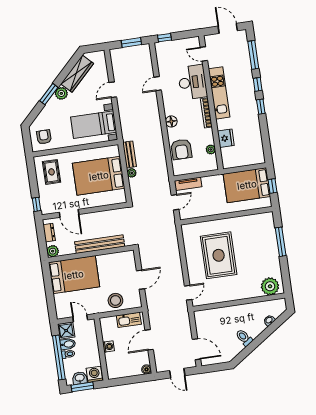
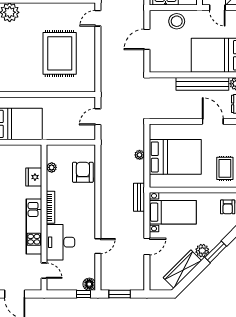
floor lamp: (171, 121) -> (89, 284), moved
bench: (129, 154) -> (139, 197), moved
tv unit: (188, 184) -> (81, 134), removed
bench: (100, 244) -> (202, 84), moved

